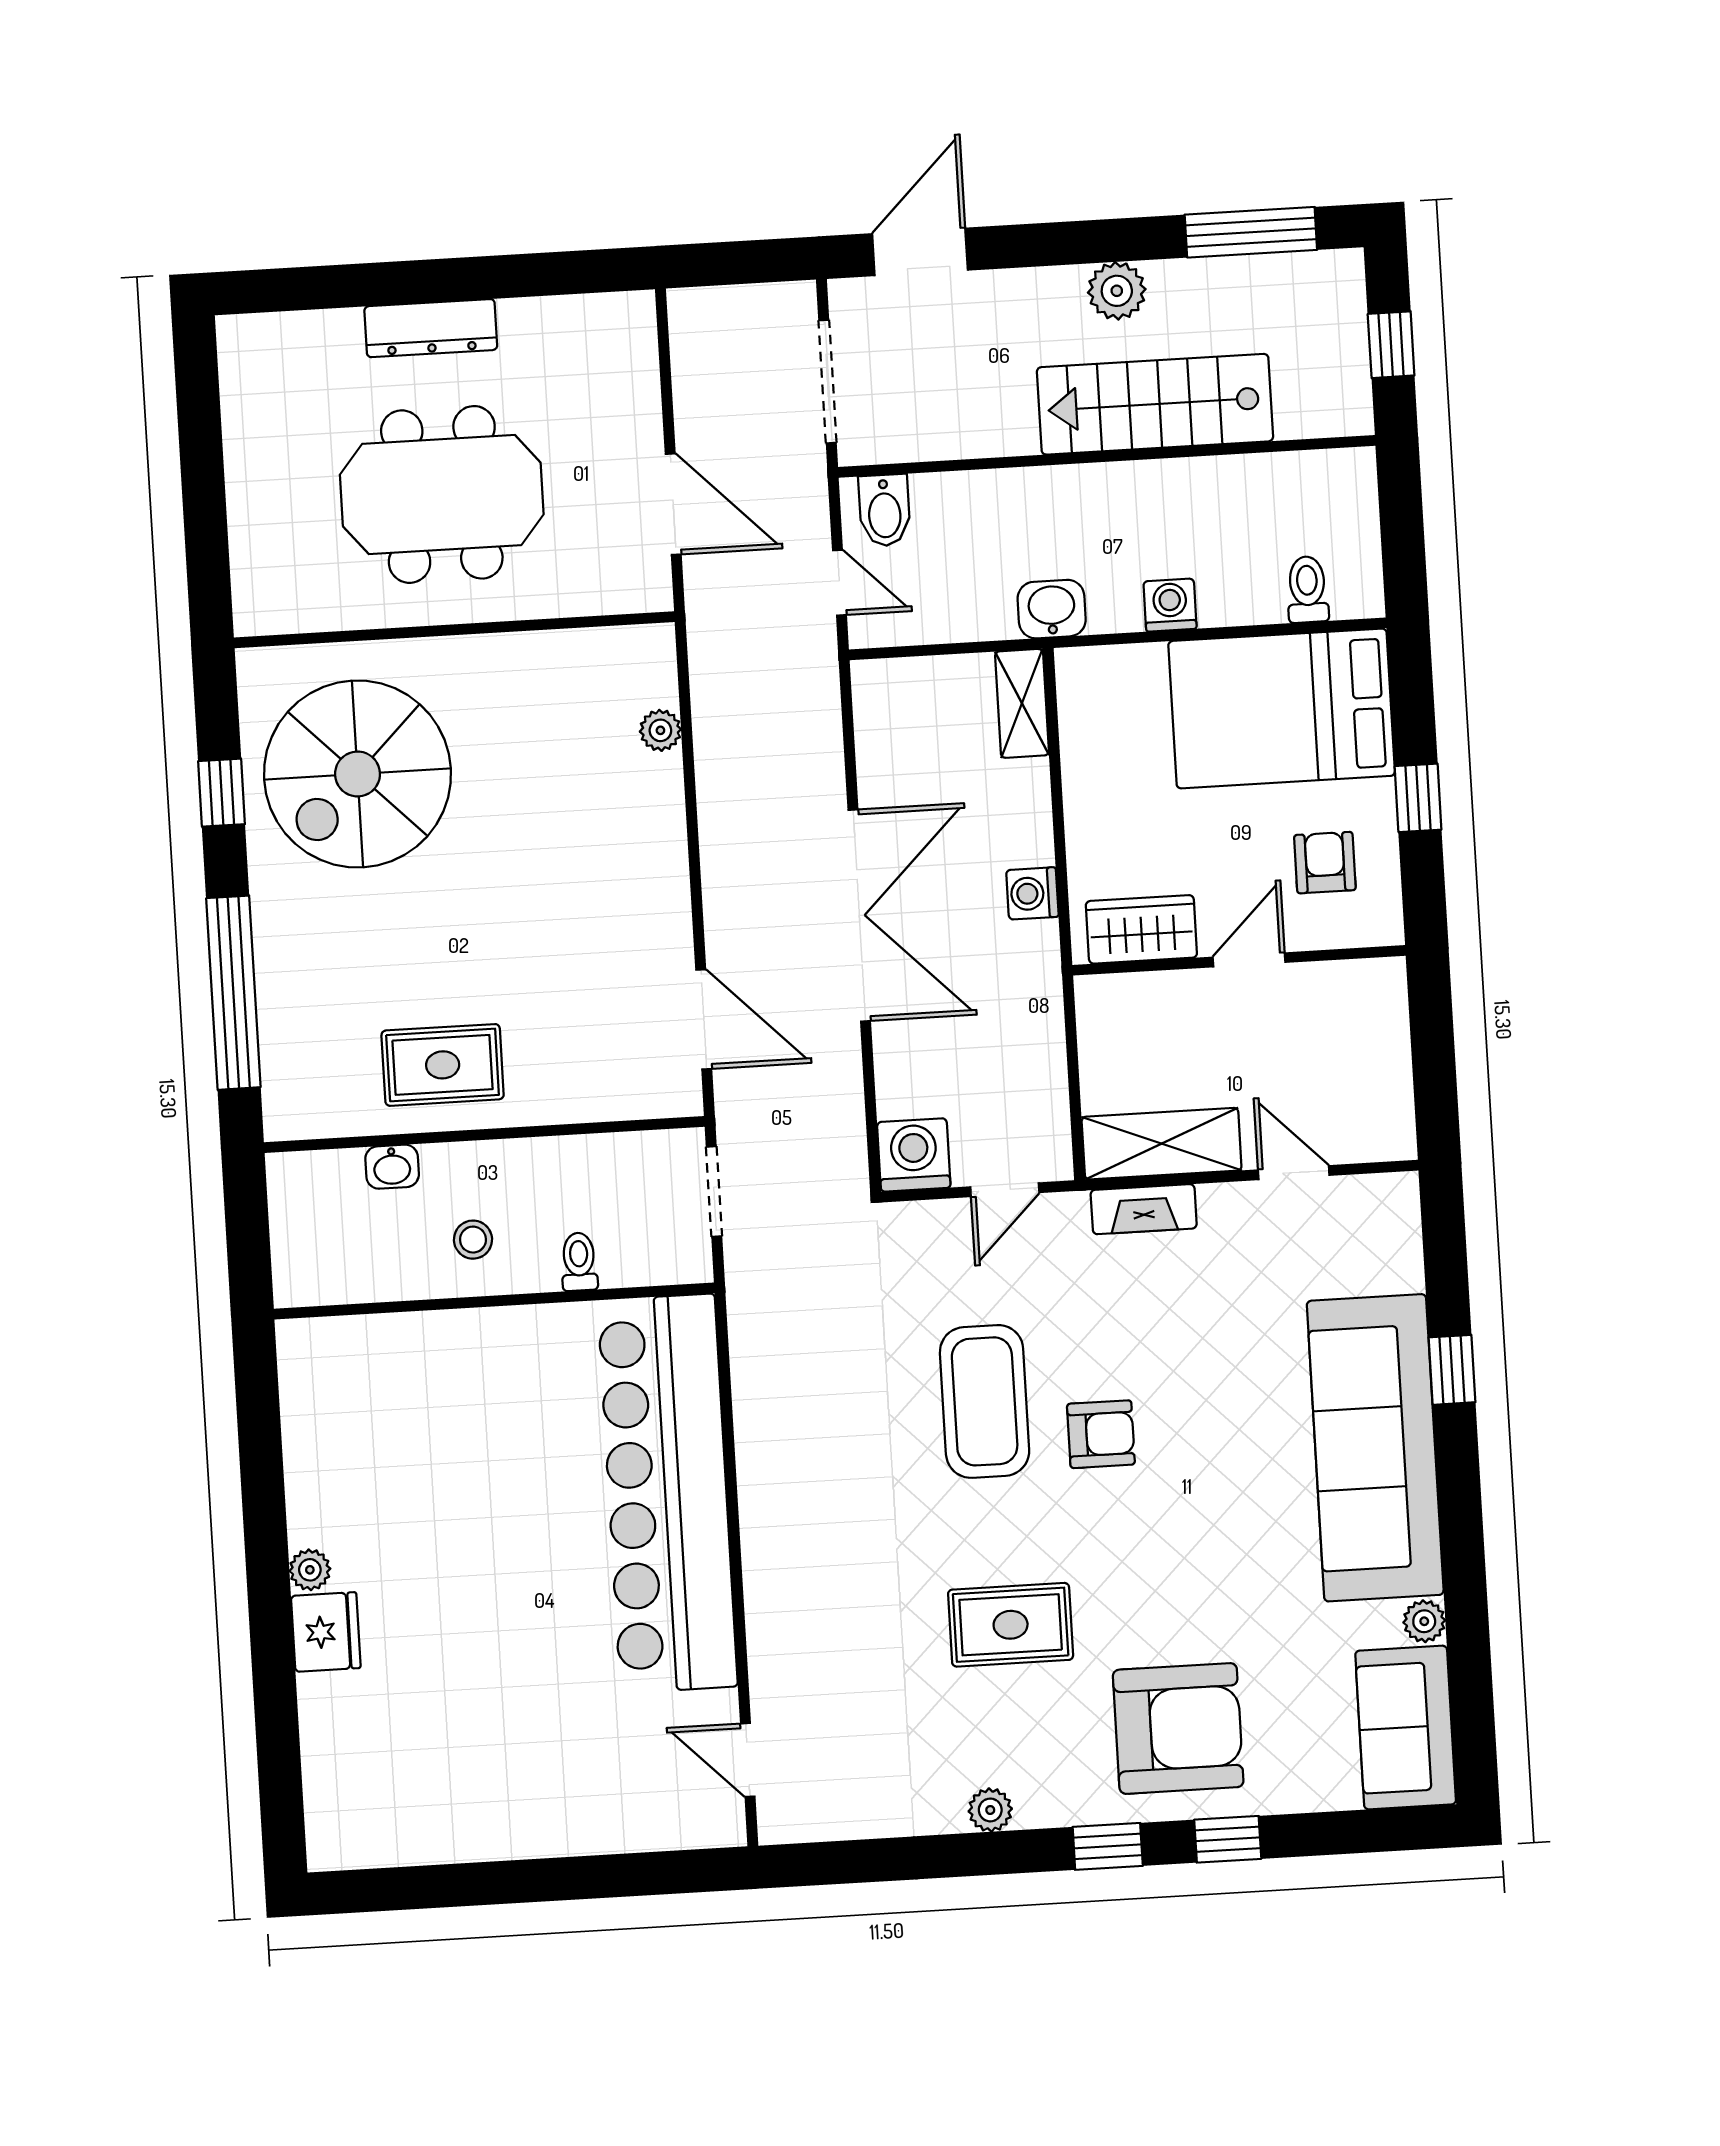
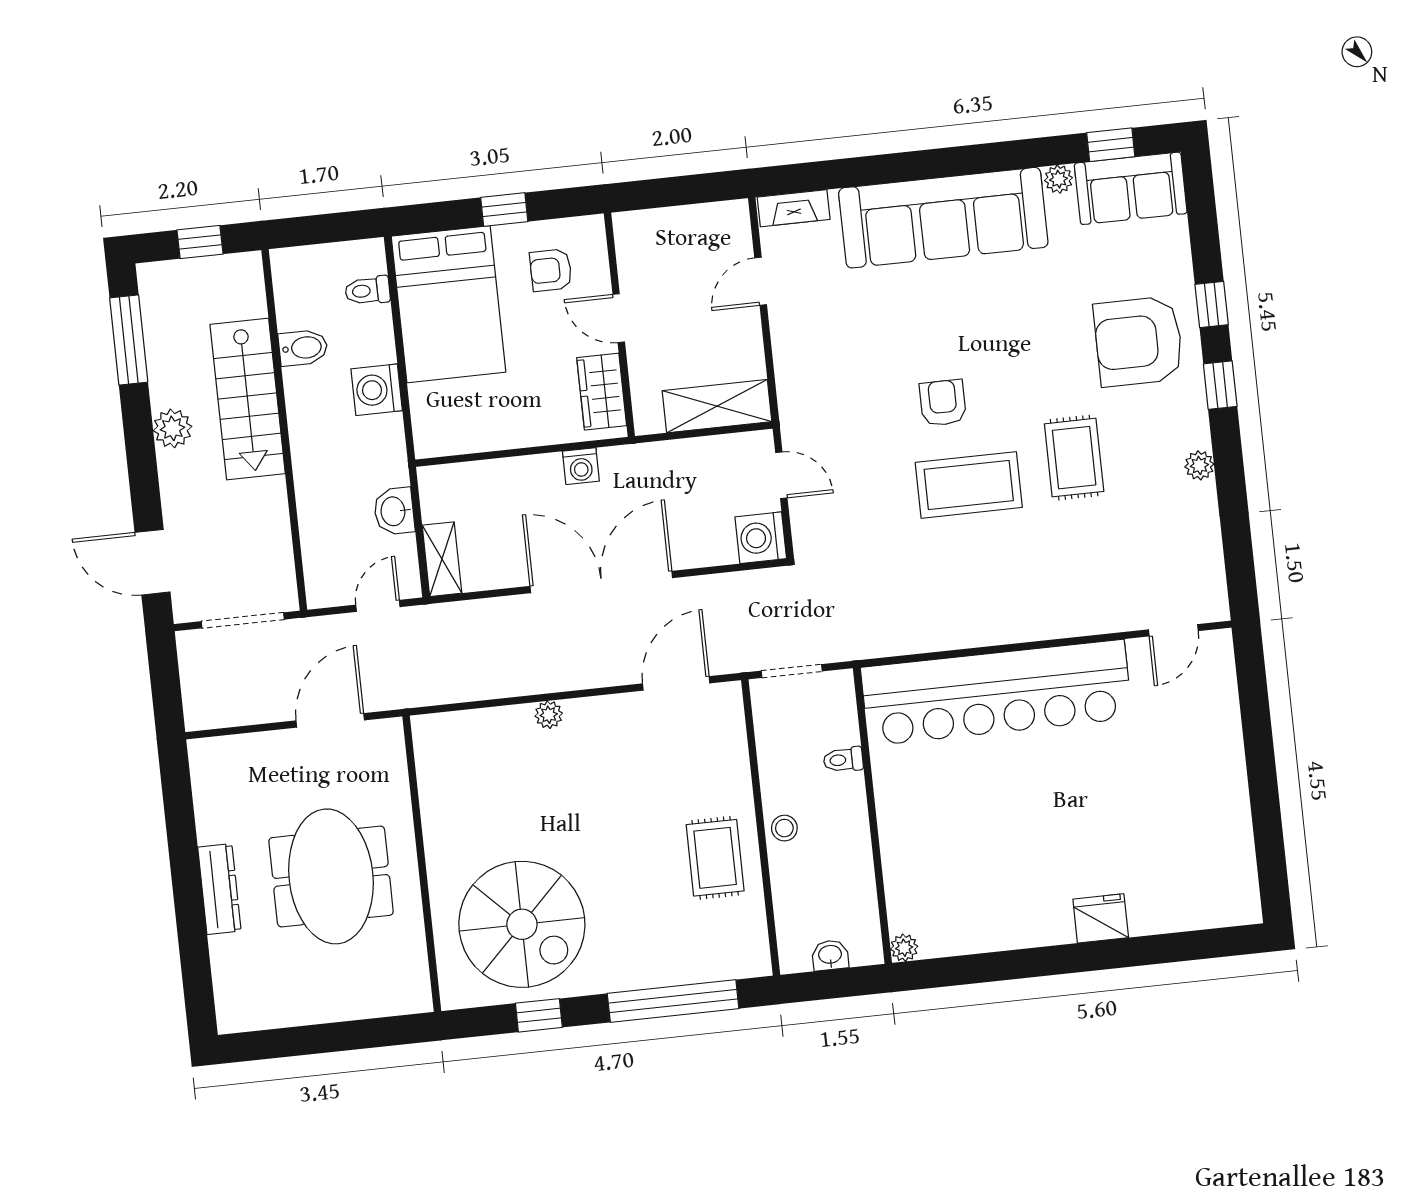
bidet: (884, 510) -> (303, 348), moved
washing machine: (1170, 605) -> (377, 390), width x1.38, depth x1.38
washbasin: (1052, 609) -> (394, 511), moved
shelving: (1022, 703) -> (442, 559), moved, turned 90
plant: (660, 730) -> (549, 715), moved
shelving: (1162, 1144) -> (717, 406), moved, turned 90
washbasin: (392, 1167) -> (830, 955), moved, turned -90
fireplace: (1144, 1209) -> (794, 208), moved, turned 90
stool: (473, 1240) -> (784, 828), moved
window: (1452, 1370) -> (1111, 145), moved
coffee table: (985, 1401) -> (969, 485), moved
plant: (310, 1570) -> (904, 948), moved
armchair: (1178, 1728) -> (1139, 341), turned -90

